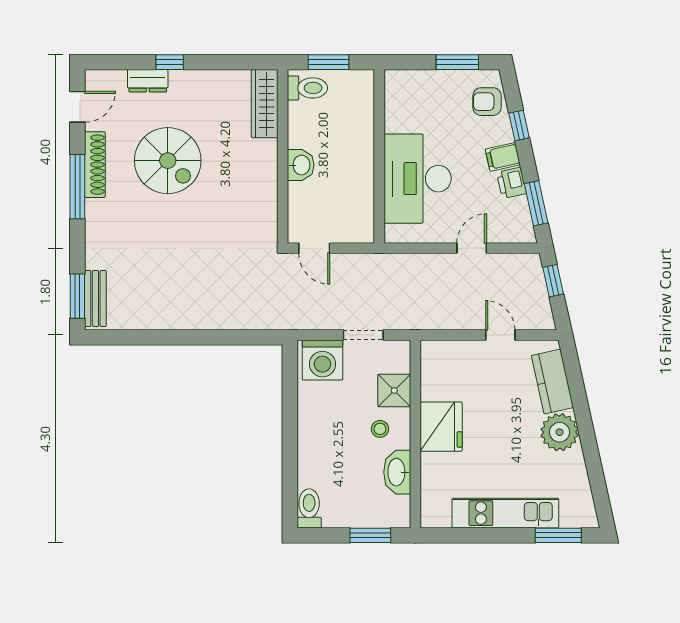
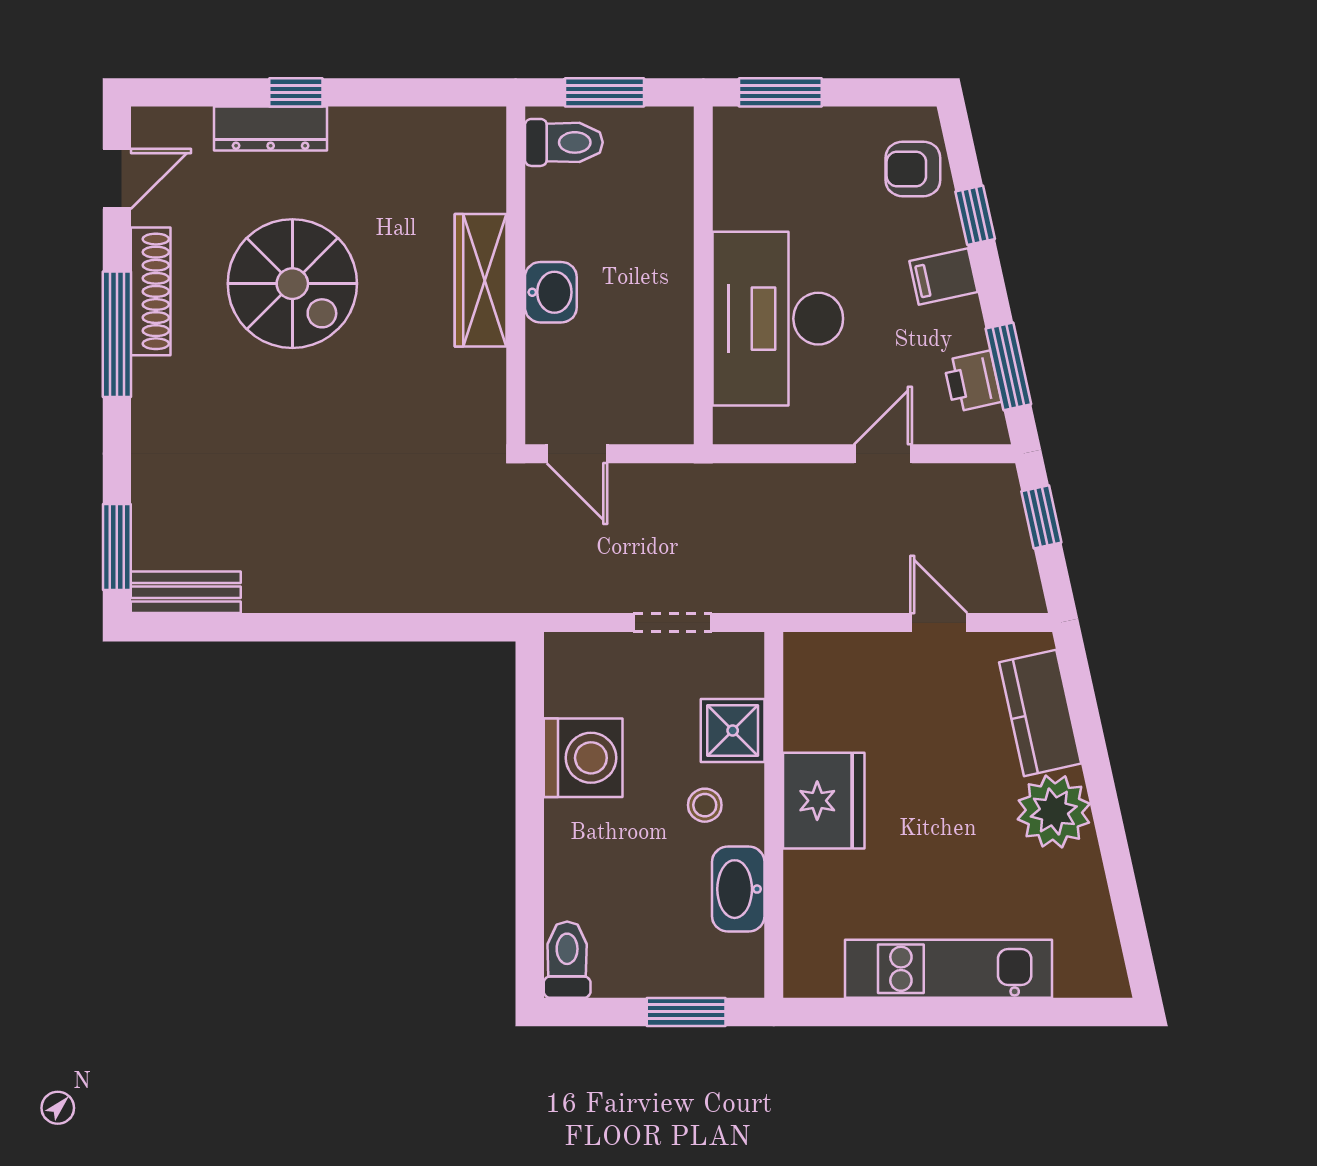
window: (457, 62) -> (780, 92), moved
dresser: (148, 81) -> (271, 129), width x1.44
wardrobe: (265, 104) -> (481, 280), moved
printer: (512, 183) -> (972, 381), moved
bench: (95, 298) -> (186, 592), moved, turned 90
washing machine: (322, 360) -> (583, 758), moved, turned -90
window: (558, 535) -> (1051, 1012), removed

